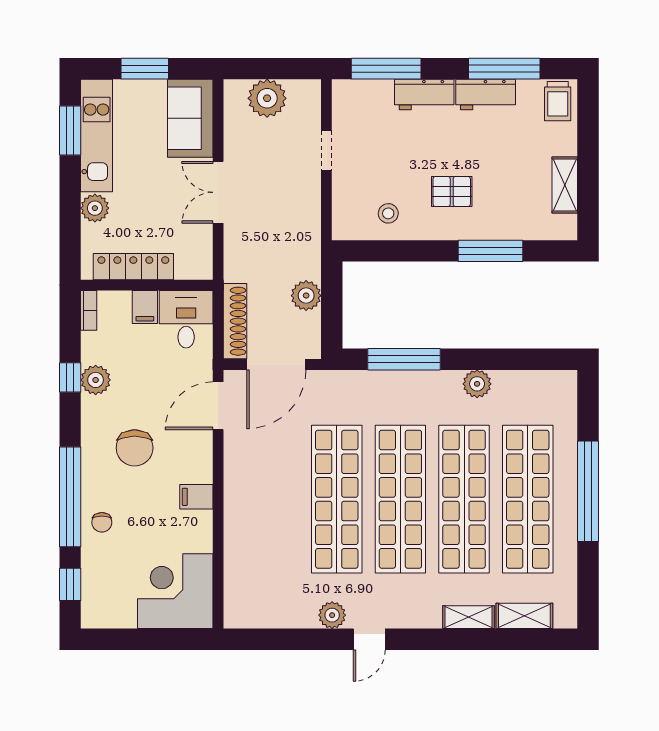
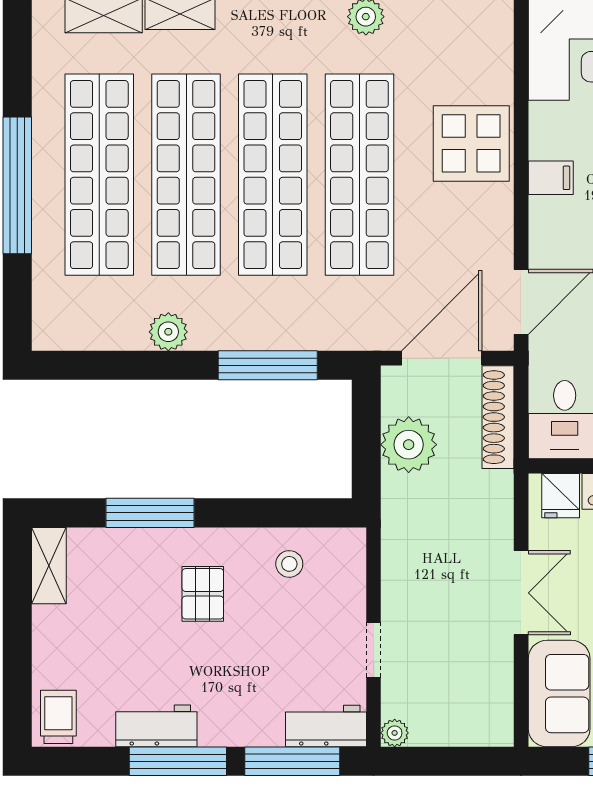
window: (504, 69) -> (178, 761), moved
workbench: (424, 94) -> (326, 726), moved
plant: (267, 98) -> (395, 733), moved, width x0.53, depth x0.53
shelving: (565, 185) -> (49, 566), moved
pallet: (452, 192) -> (203, 594), turned 90
fridge: (189, 264) -> (561, 496), added
plant: (306, 296) -> (409, 445), width x1.36, depth x1.36
display table: (255, 522) -> (471, 143), added

